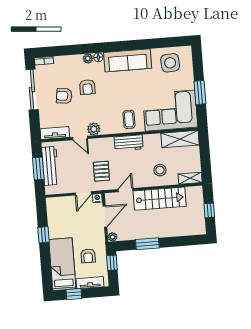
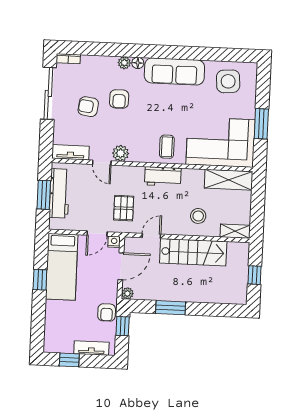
armchair: (88, 256) -> (107, 312), moved
bed: (62, 264) -> (62, 267), moved, turned 180

